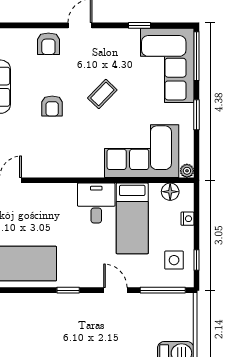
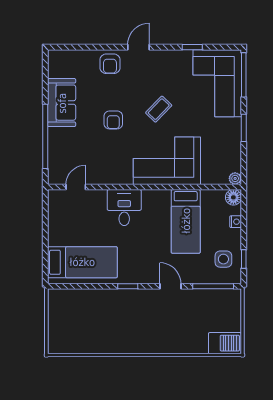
corner sofa: (142, 151) -> (167, 161), moved
floor lamp: (170, 192) -> (233, 197), moved
desk: (96, 203) -> (124, 208), moved

